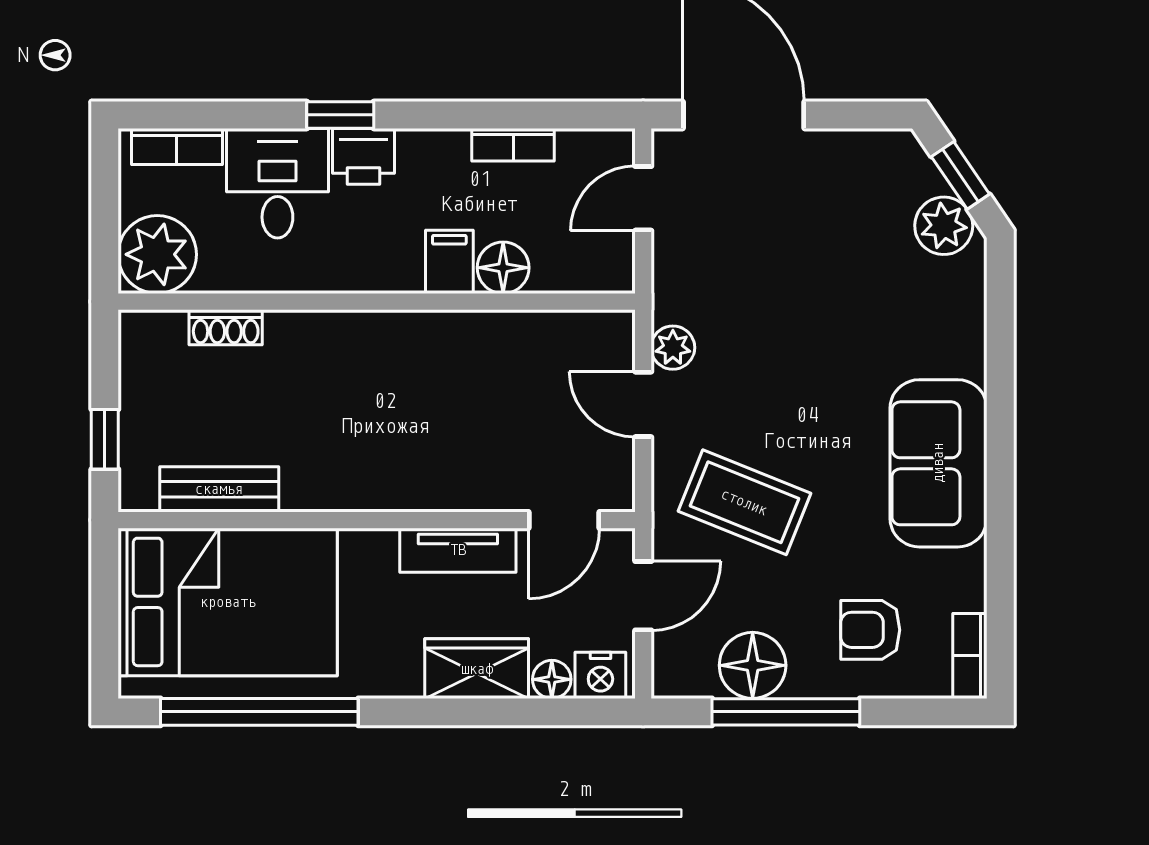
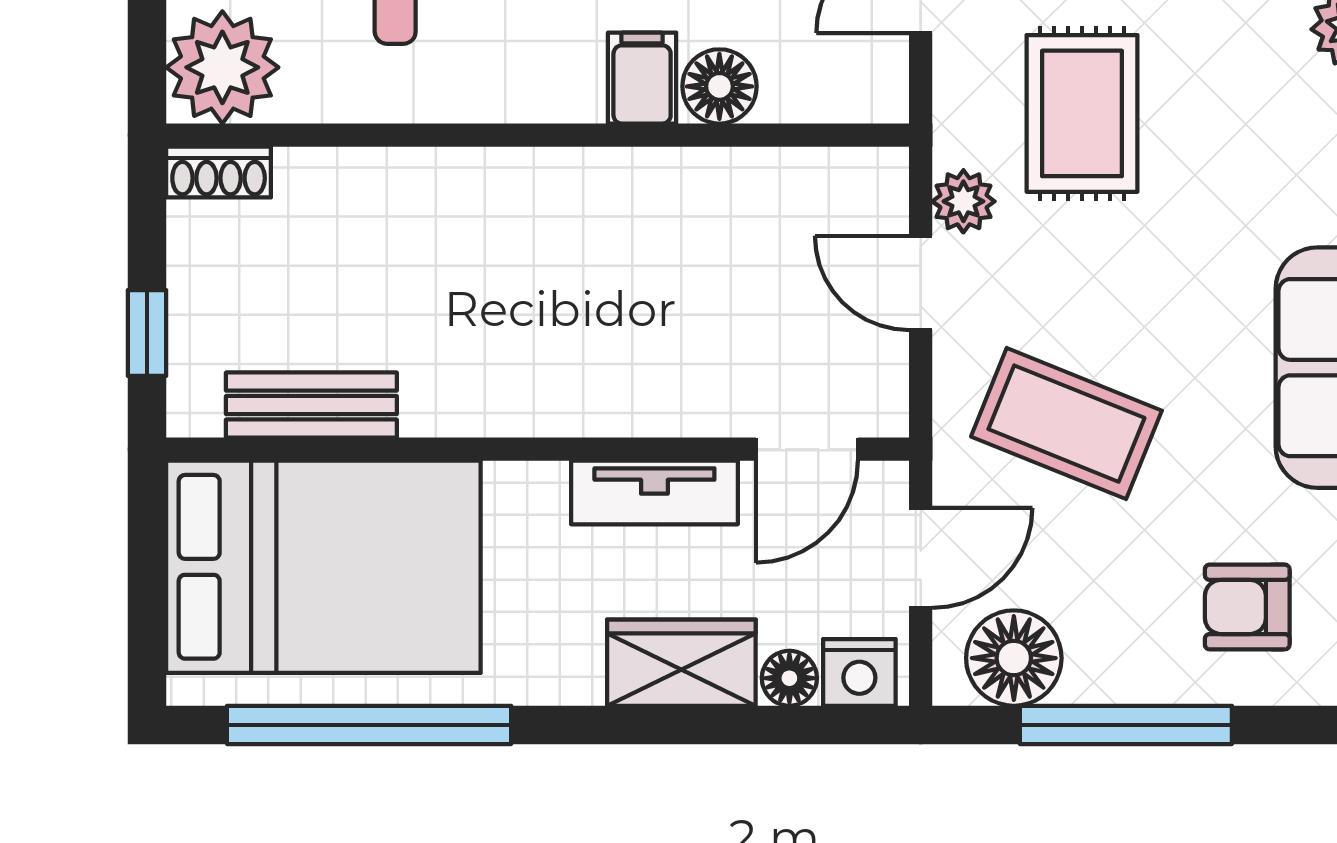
rug: (755, 286) -> (1082, 113), added
shoe rack: (226, 327) -> (219, 172), moved
floor lamp: (753, 665) -> (1014, 658), moved

